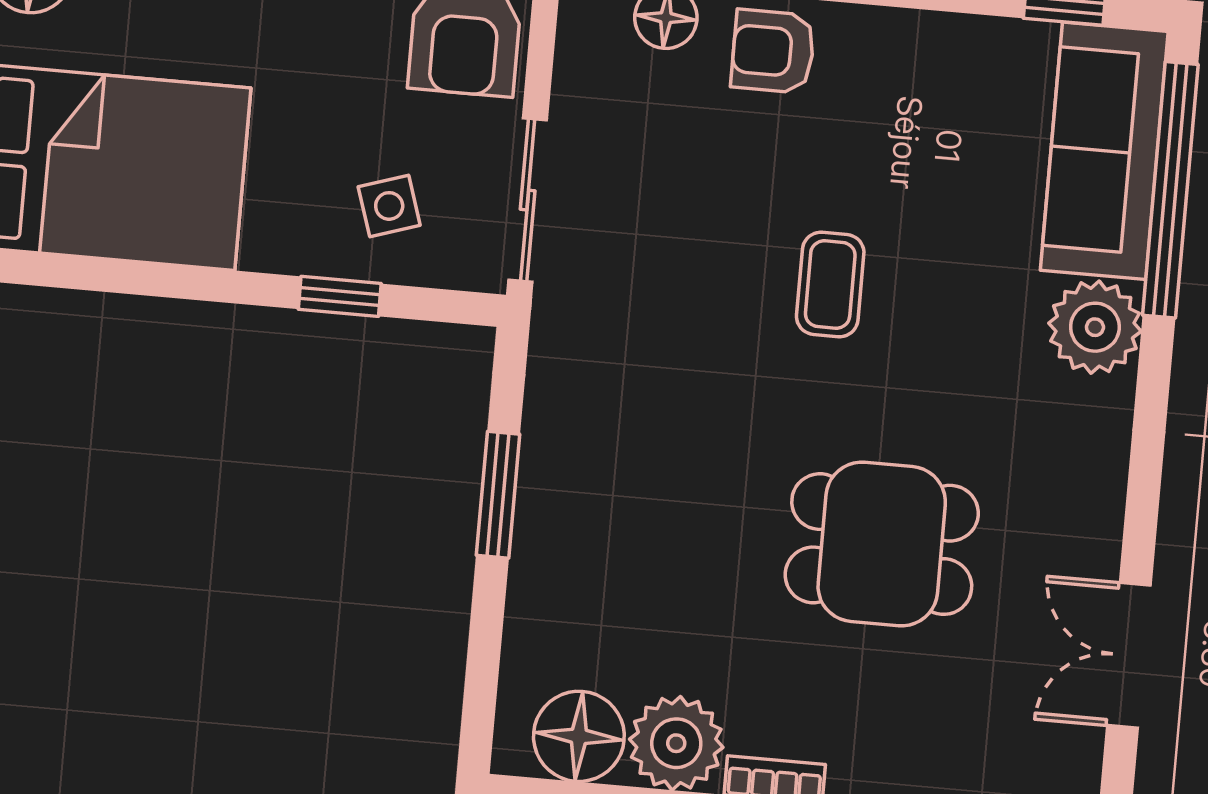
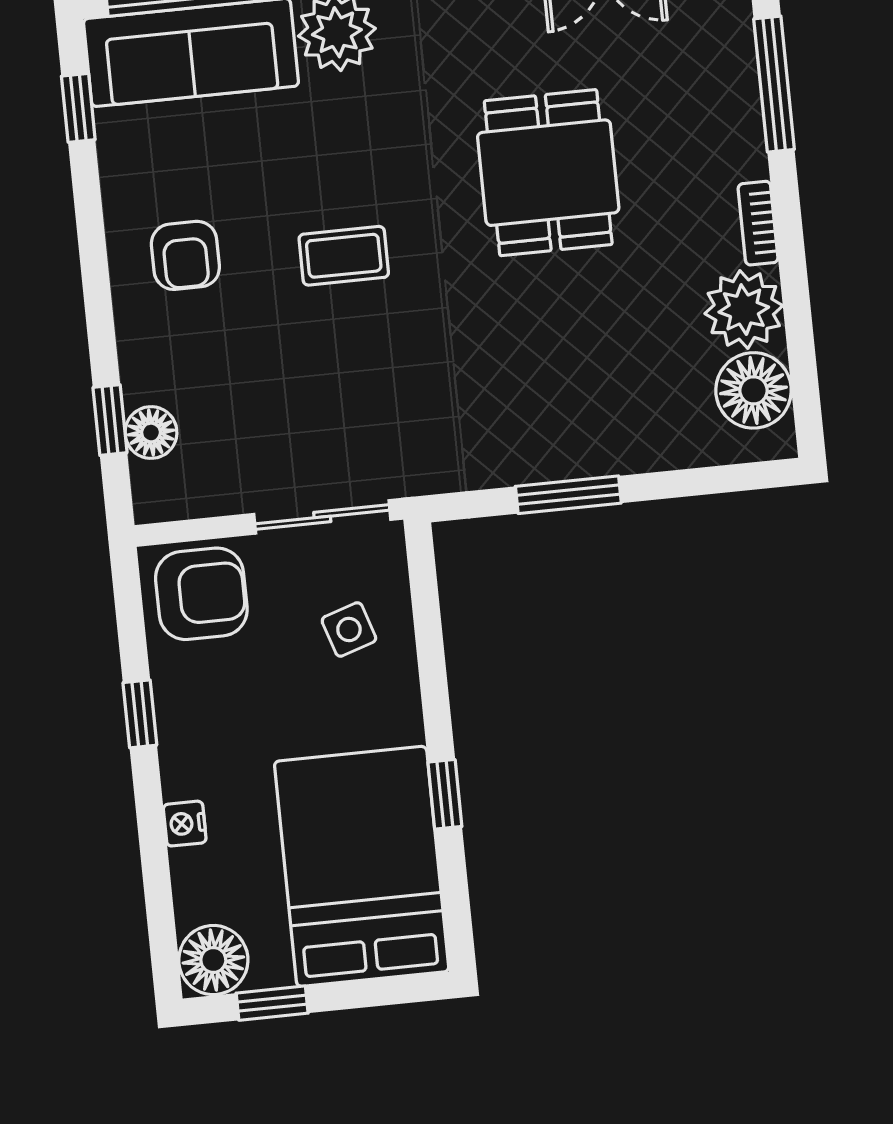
armchair: (773, 51) -> (185, 255), moved
window: (340, 296) -> (445, 794), moved

